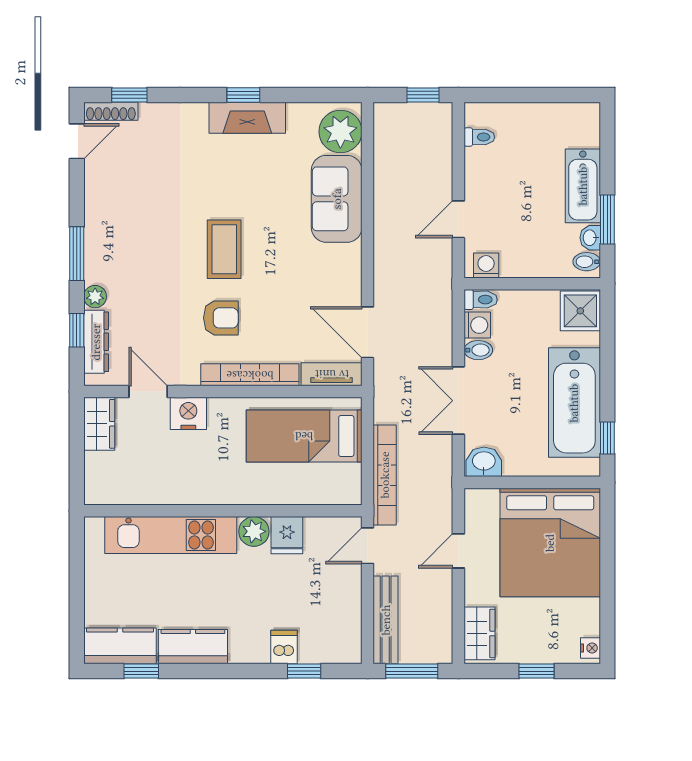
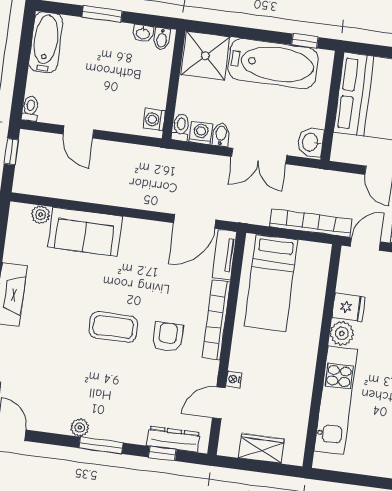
plant: (340, 132) -> (41, 215), width x0.53, depth x0.53
toilet: (479, 137) -> (30, 109), moved
bathtub: (583, 186) -> (46, 42), moved, turned -90
door: (458, 219) -> (78, 132), moved
window: (607, 220) -> (102, 14), moved
plant: (95, 297) -> (80, 428), moved
shower: (580, 311) -> (205, 56), width x1.36, depth x1.36
nightstand: (188, 413) -> (234, 379), width x0.53, depth x0.56
wardrobe: (99, 424) -> (261, 448), moved
door: (368, 546) -> (365, 244), swing flipped

